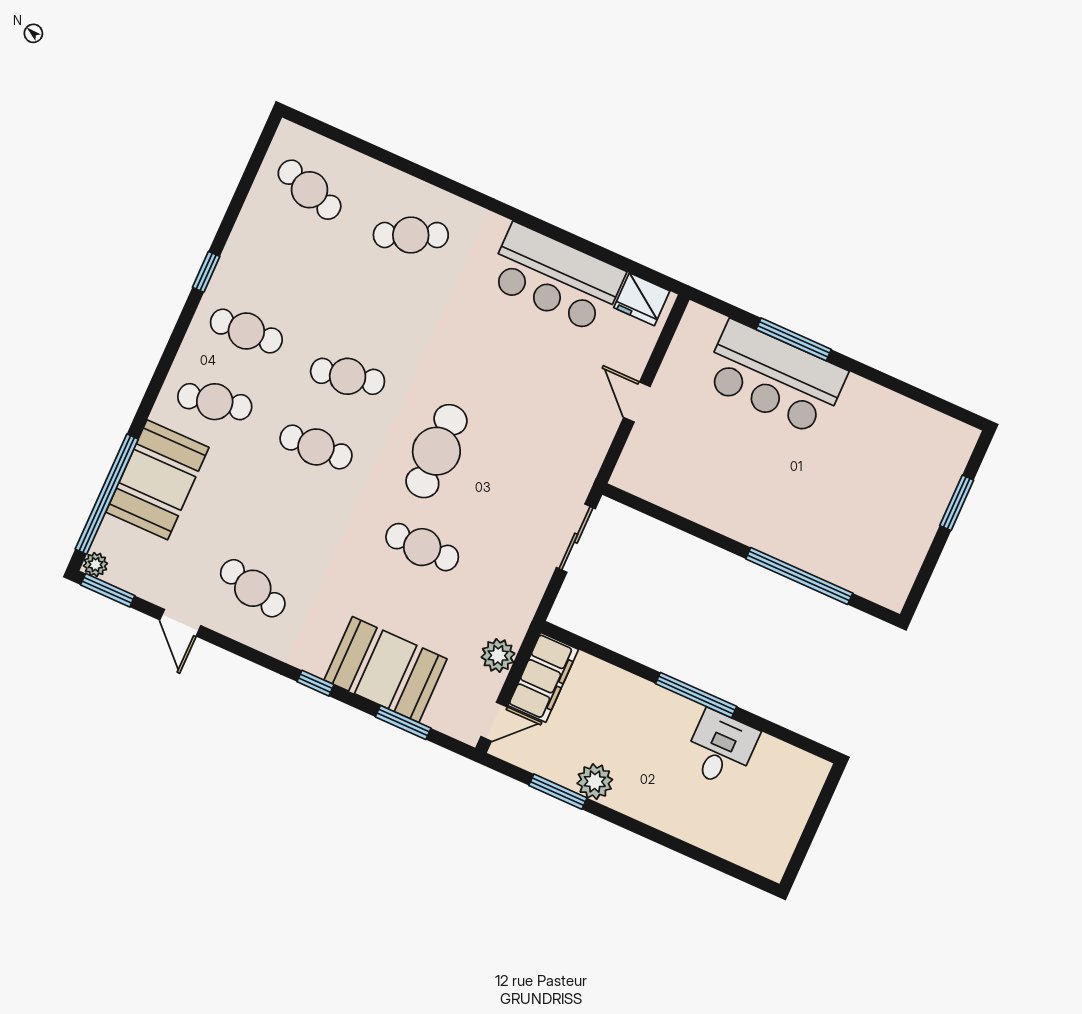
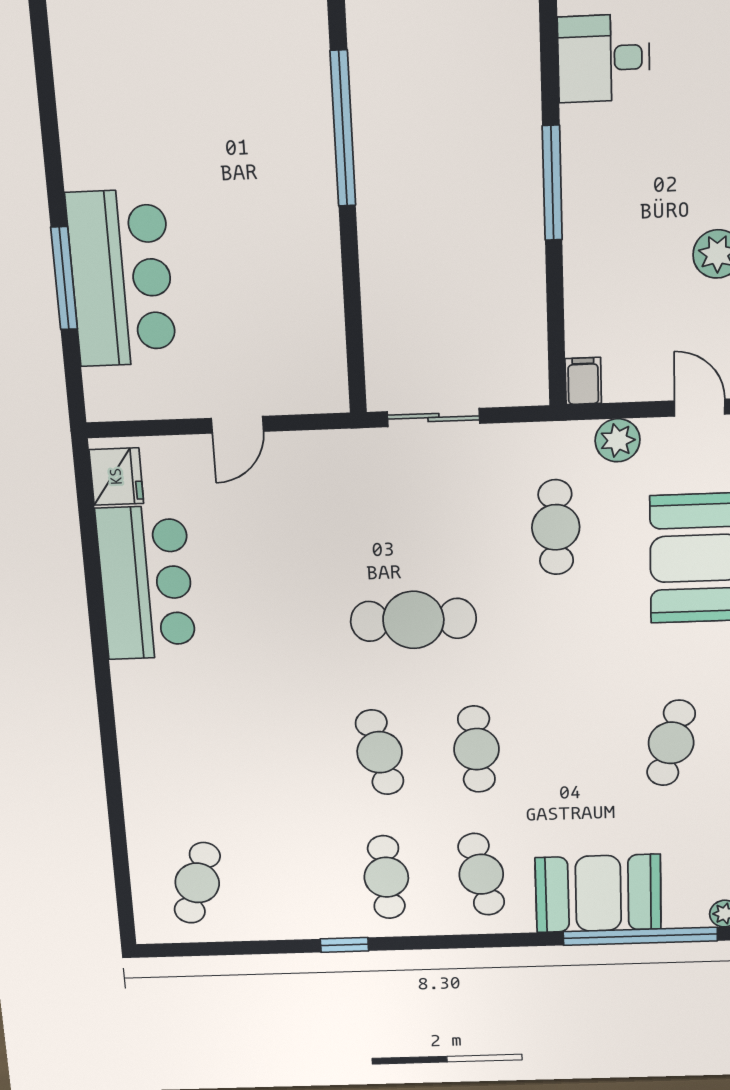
cafe table: (411, 235) -> (187, 758), removed
cafe table: (422, 547) -> (556, 527), moved
filing cabinet: (543, 677) -> (583, 381), width x0.33, depth x0.86
desk: (721, 749) -> (604, 58), moved

